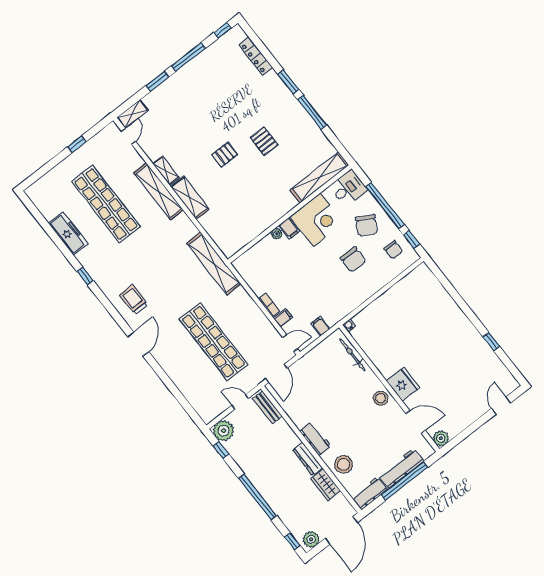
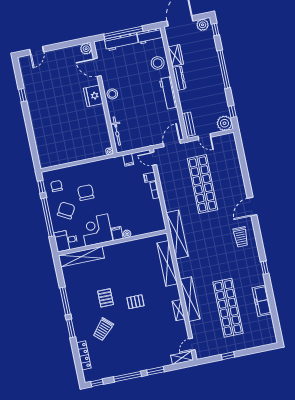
trolley: (248, 101) -> (103, 329), added
shelving: (190, 198) -> (167, 263), moved, width x1.47
workbench: (316, 439) -> (168, 93), width x1.38

